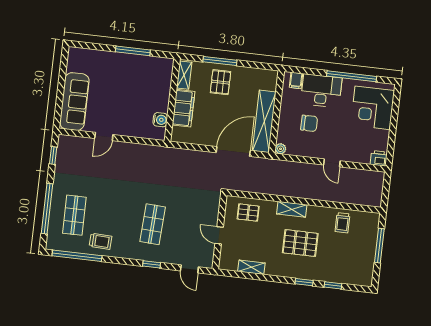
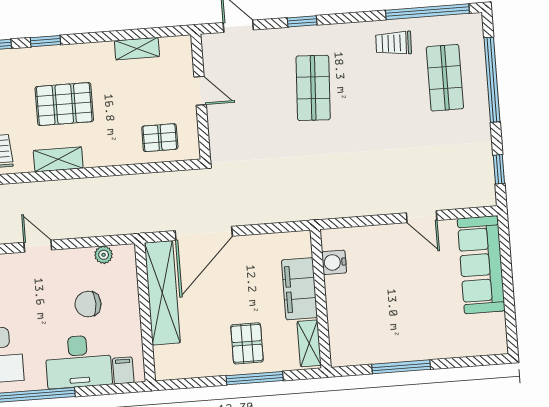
door: (104, 137) -> (422, 217), swing flipped
plant: (281, 149) -> (104, 255), moved
shelving: (292, 209) -> (58, 159), moved

